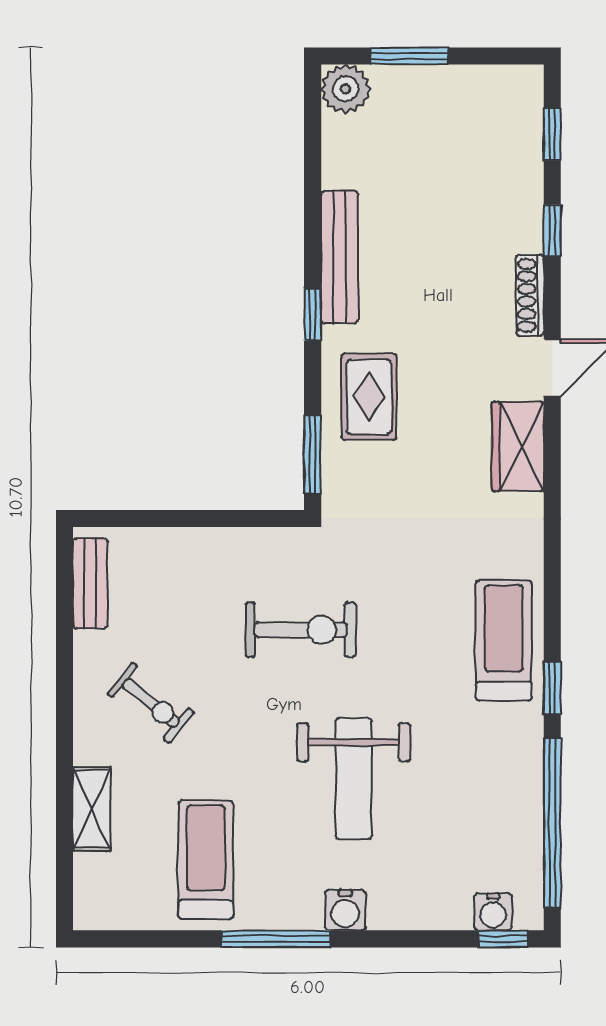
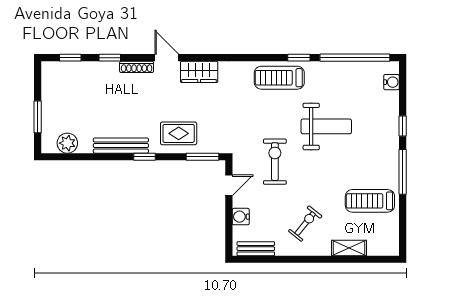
plant: (346, 89) -> (67, 143), moved
door: (244, 518) -> (229, 185), added
weight bench: (354, 779) -> (326, 126), moved
water cooler: (345, 910) -> (241, 217), moved, turned 180
window: (503, 939) -> (403, 126), moved

